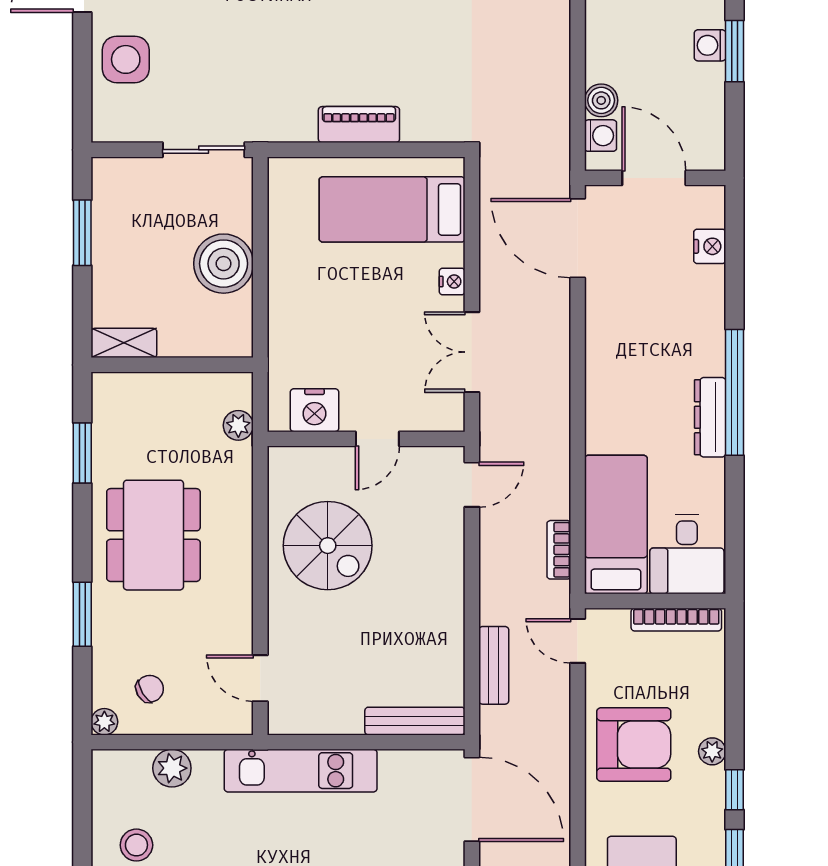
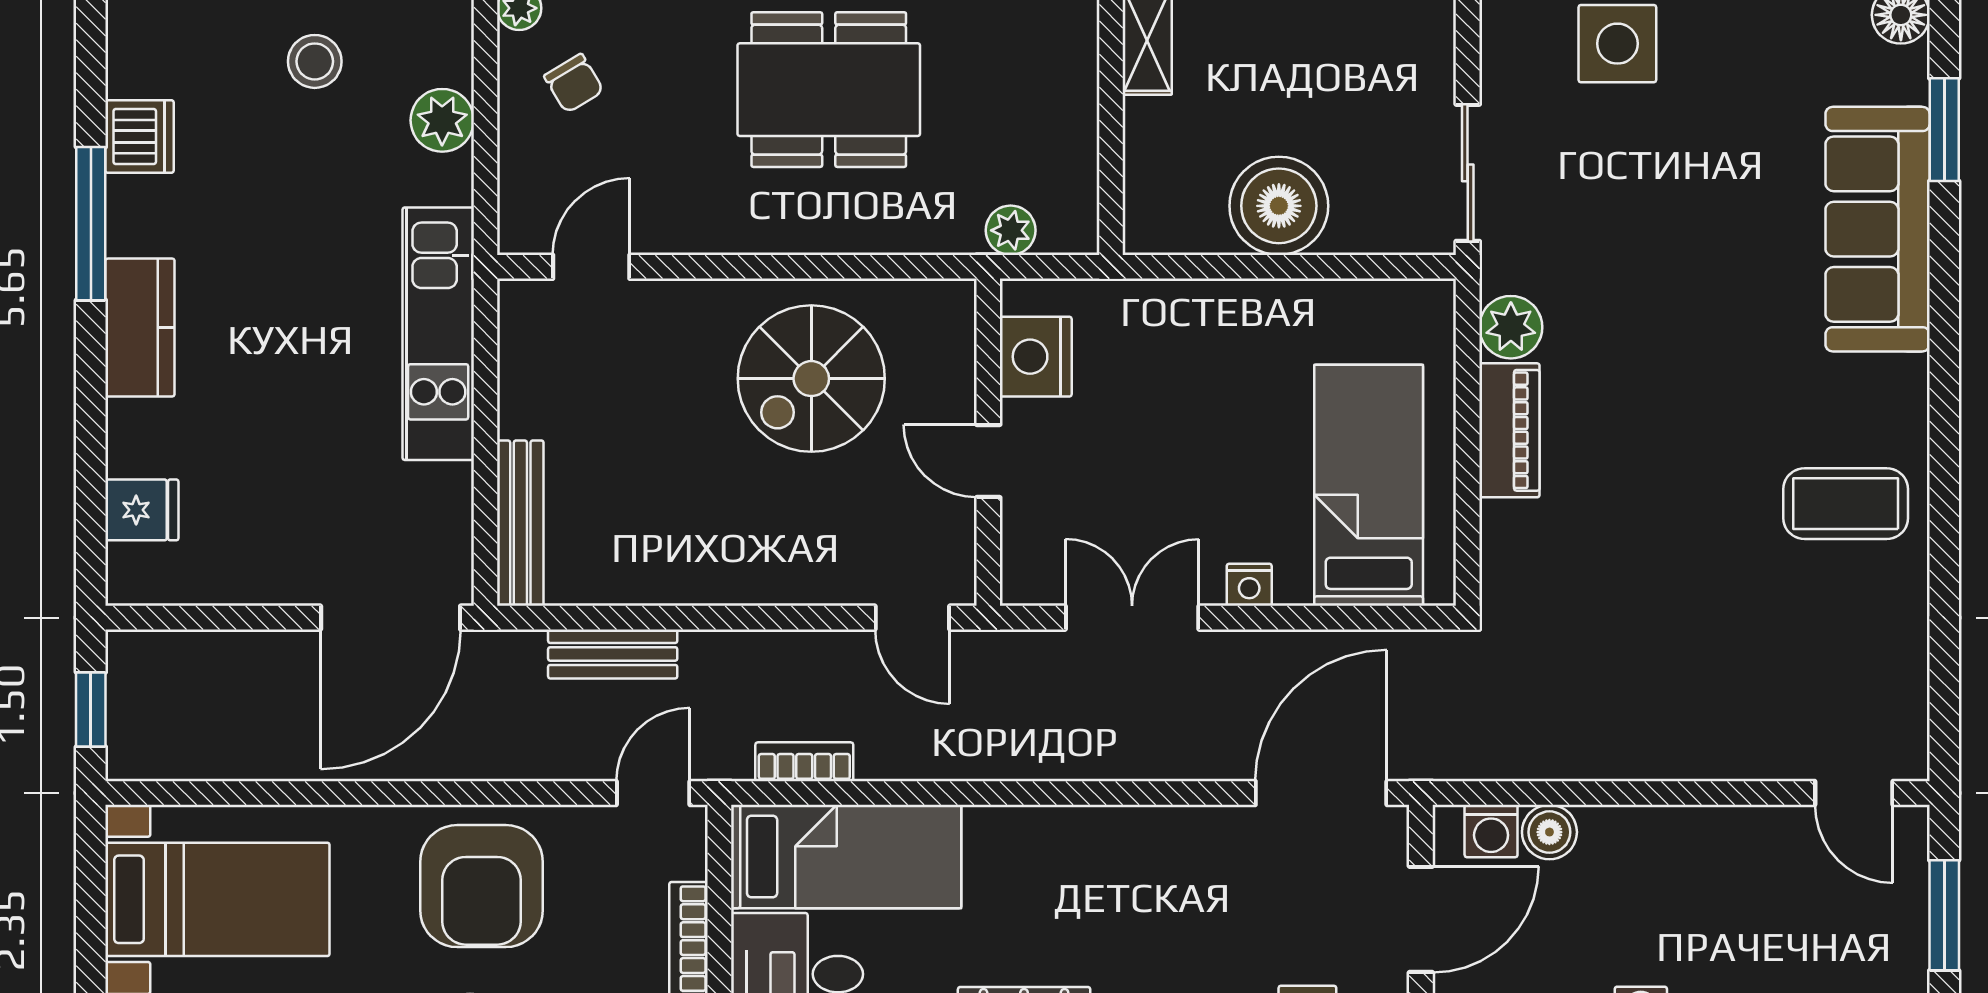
plant: (297, 124) -> (1511, 327), added

